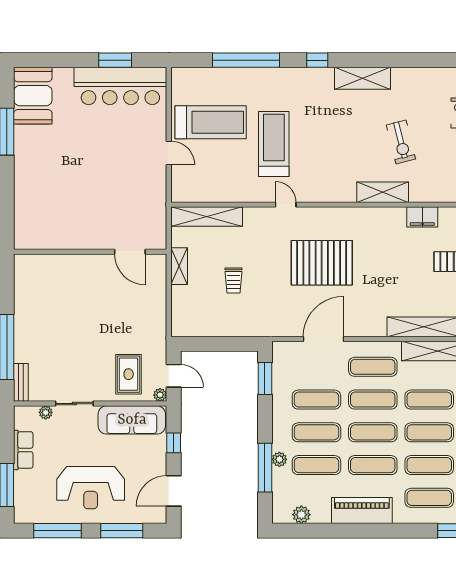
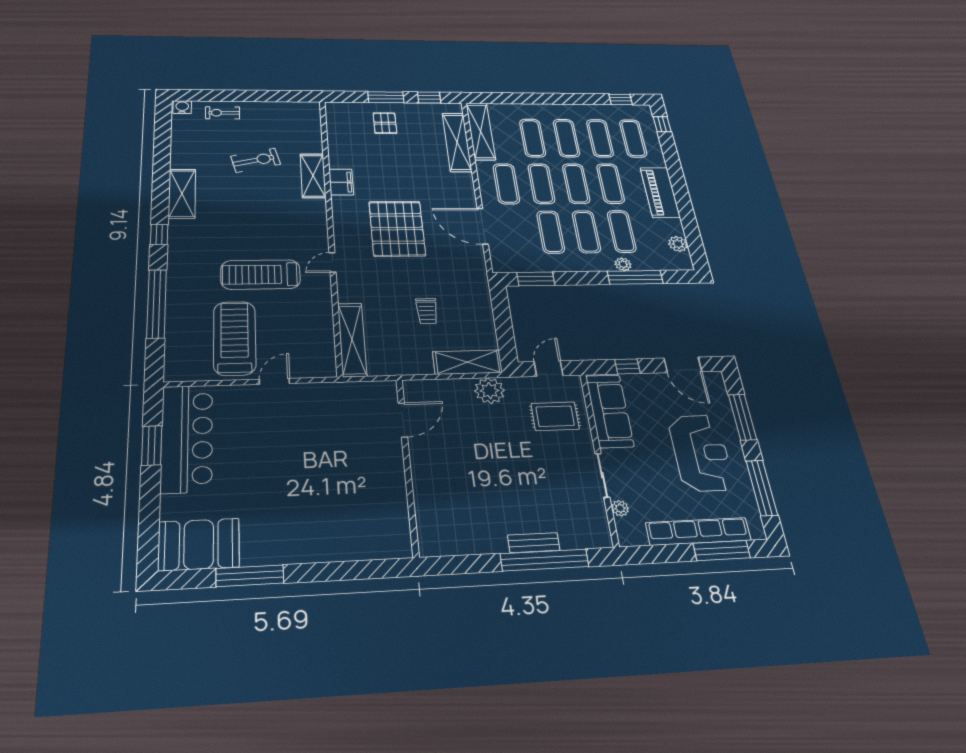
filing cabinet: (422, 217) -> (341, 182), moved
shelving: (179, 266) -> (467, 362), moved, width x1.50, depth x1.33
trolley: (233, 281) -> (427, 311), turned 90
bench: (21, 382) -> (534, 543), moved
plant: (160, 395) -> (490, 391), moved, width x1.88, depth x1.88
row of seats: (23, 450) -> (698, 531), width x2.02

